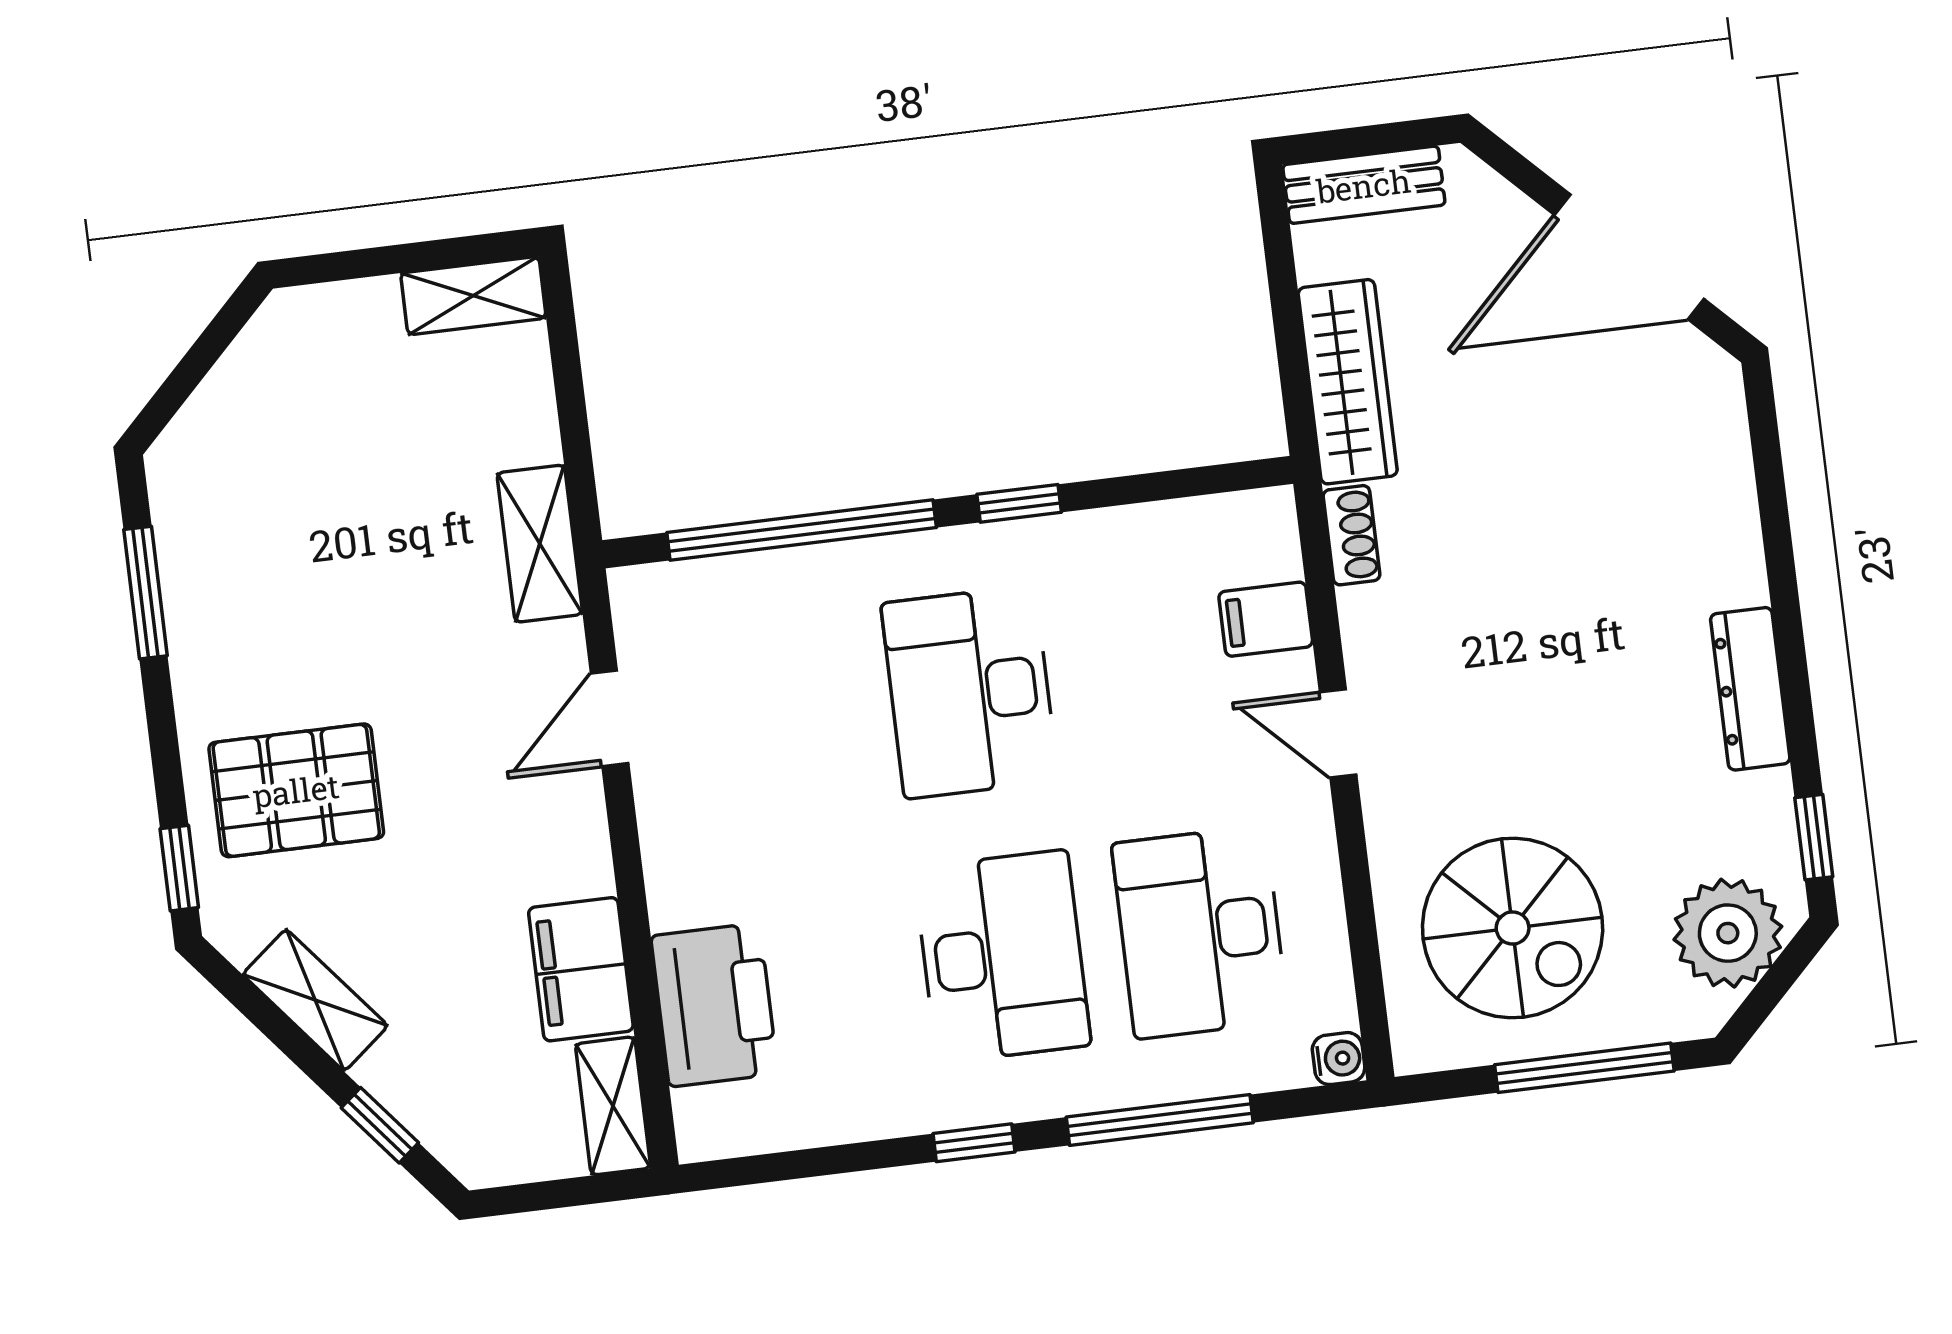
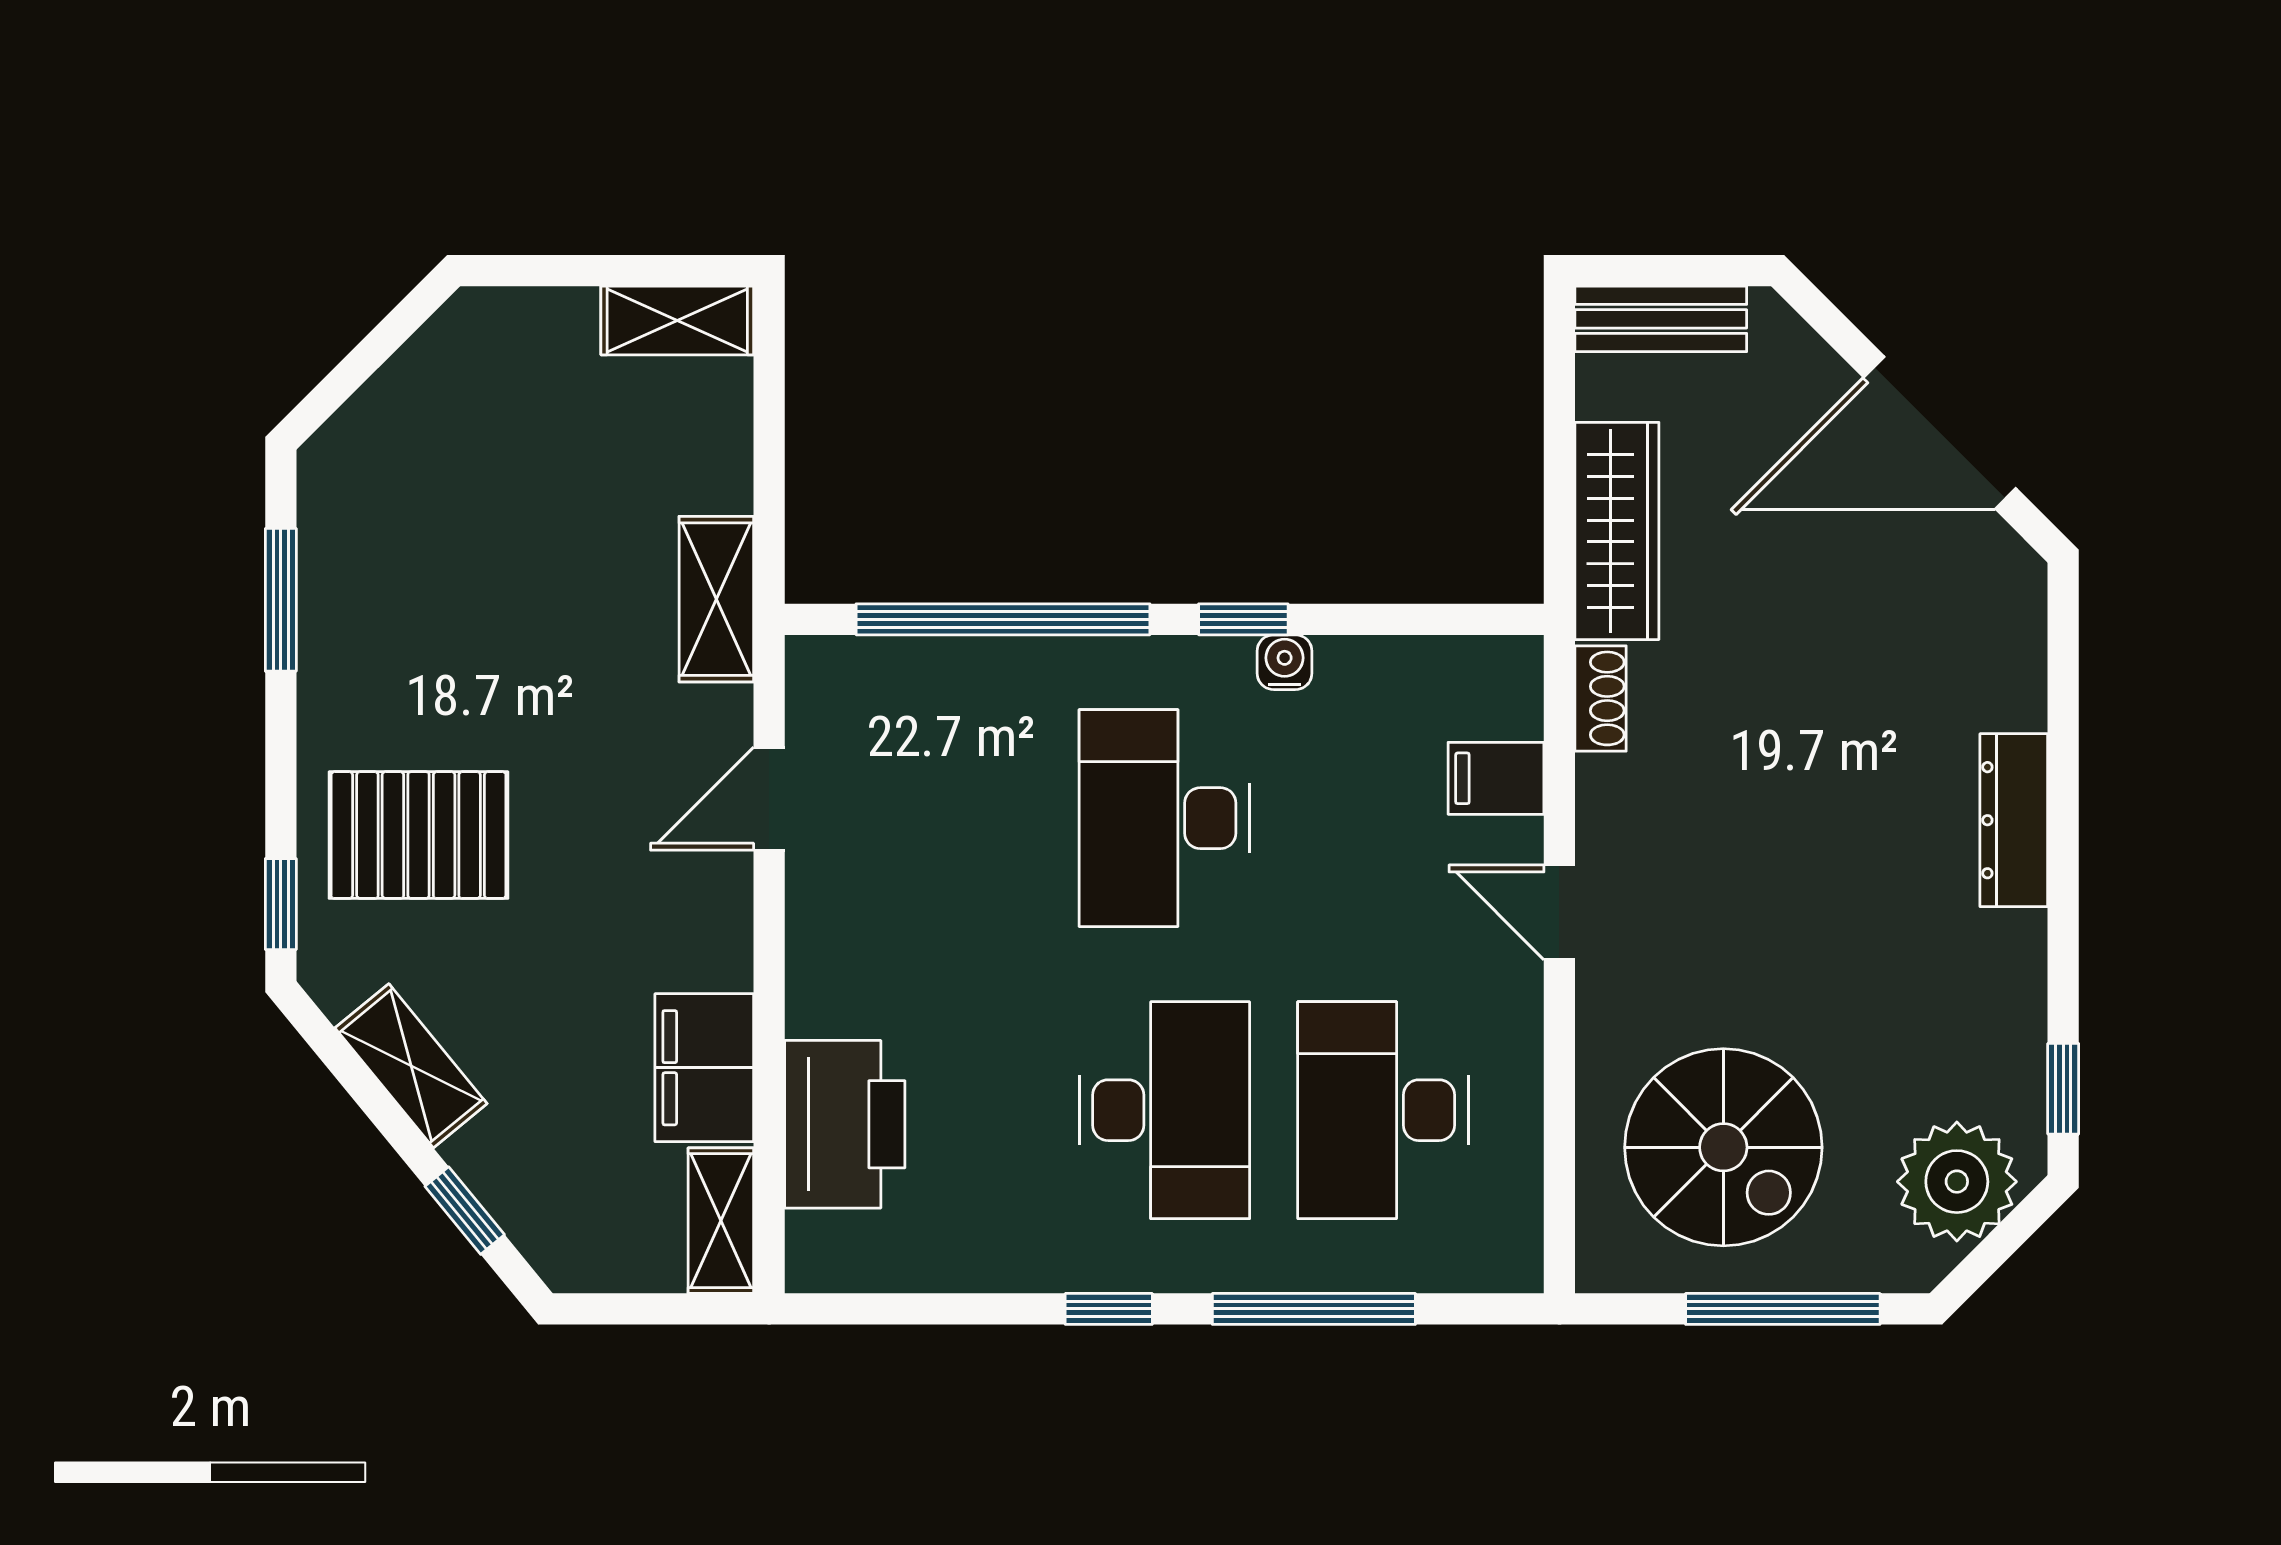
dresser: (1750, 689) -> (2014, 820), moved
water cooler: (1339, 1059) -> (1285, 662), moved, turned -90

